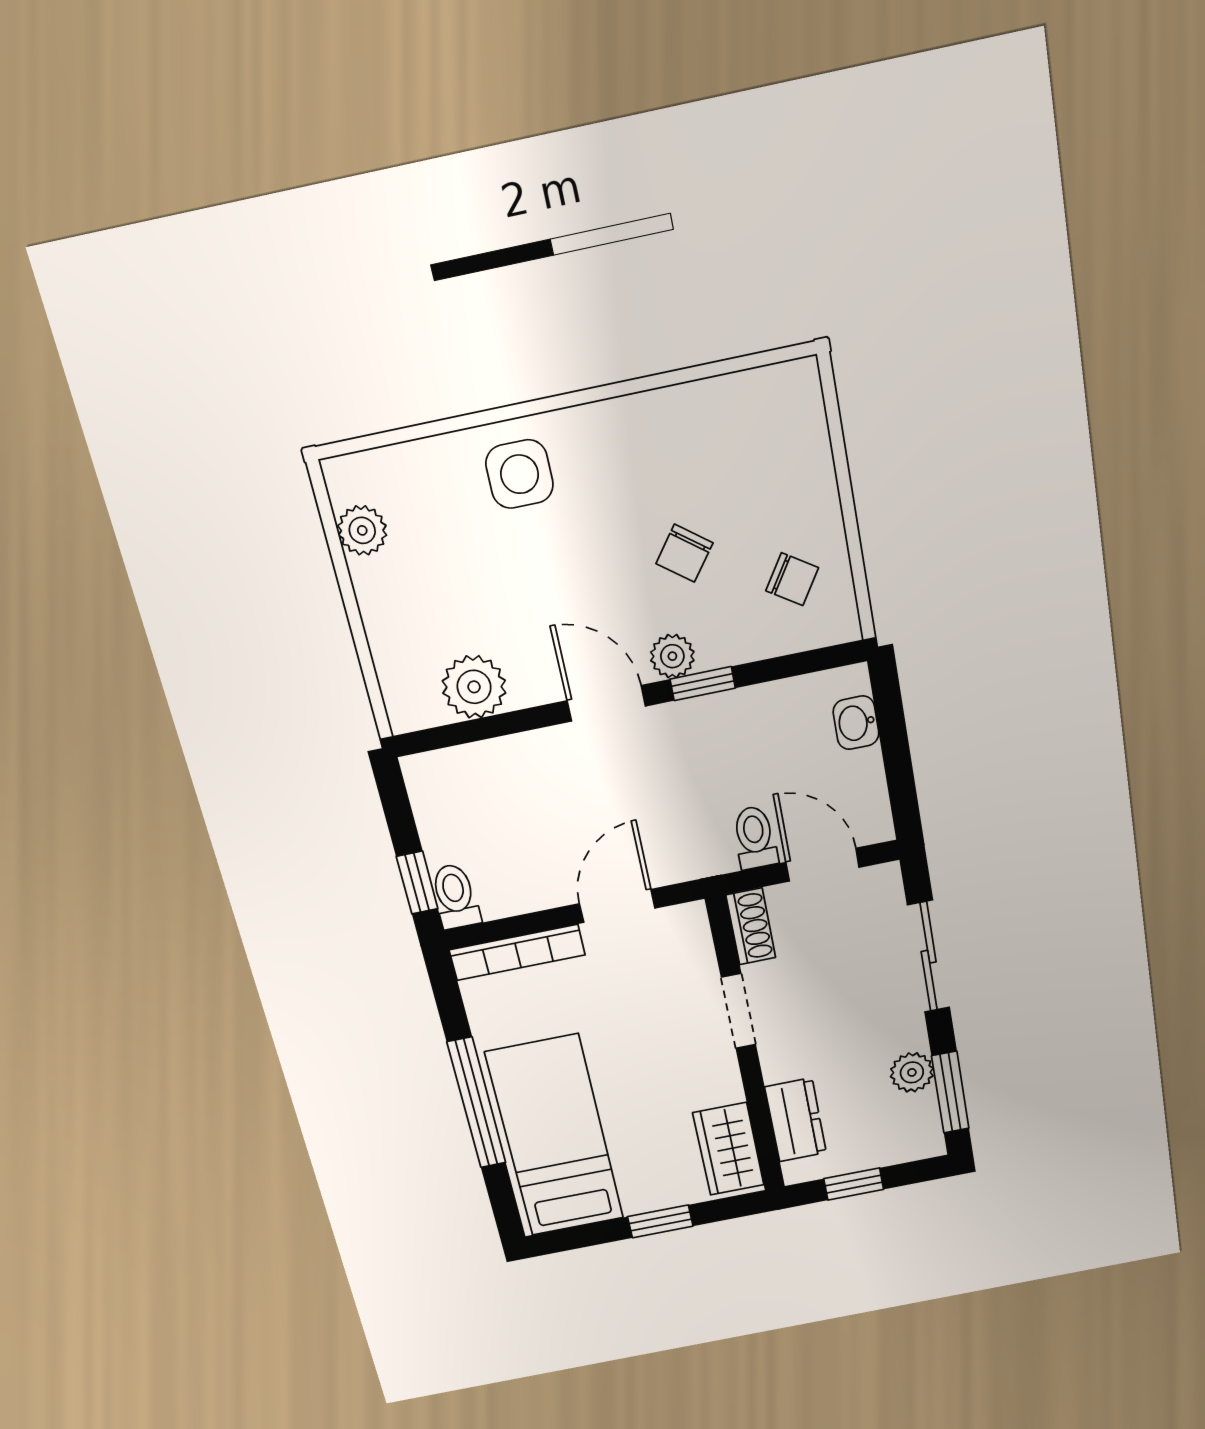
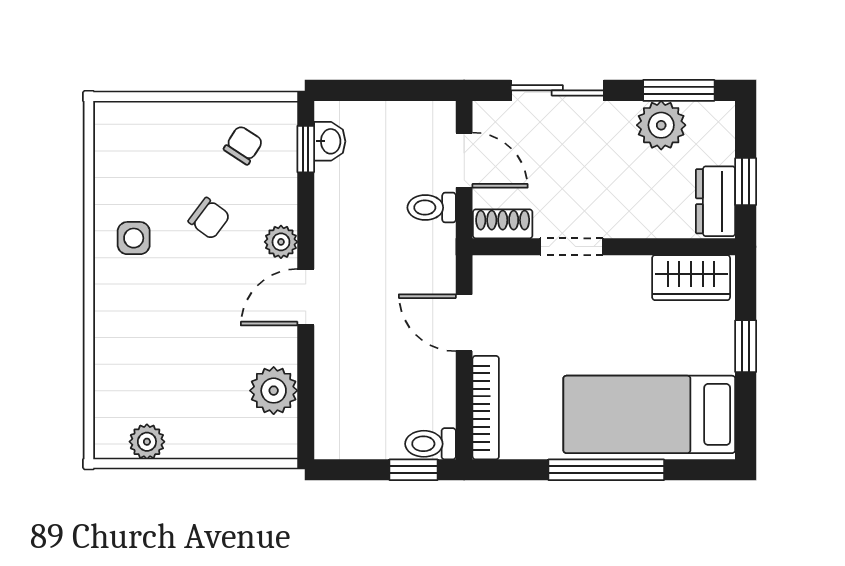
side table: (520, 474) -> (134, 238), moved, width x0.73, depth x0.73
window: (703, 684) -> (306, 149), moved
washbasin: (856, 723) -> (330, 141), moved, turned -90
door: (823, 865) -> (464, 160), swing flipped
plant: (912, 1072) -> (661, 125), width x1.38, depth x1.38
dresser: (796, 1120) -> (716, 201), moved, turned -90

